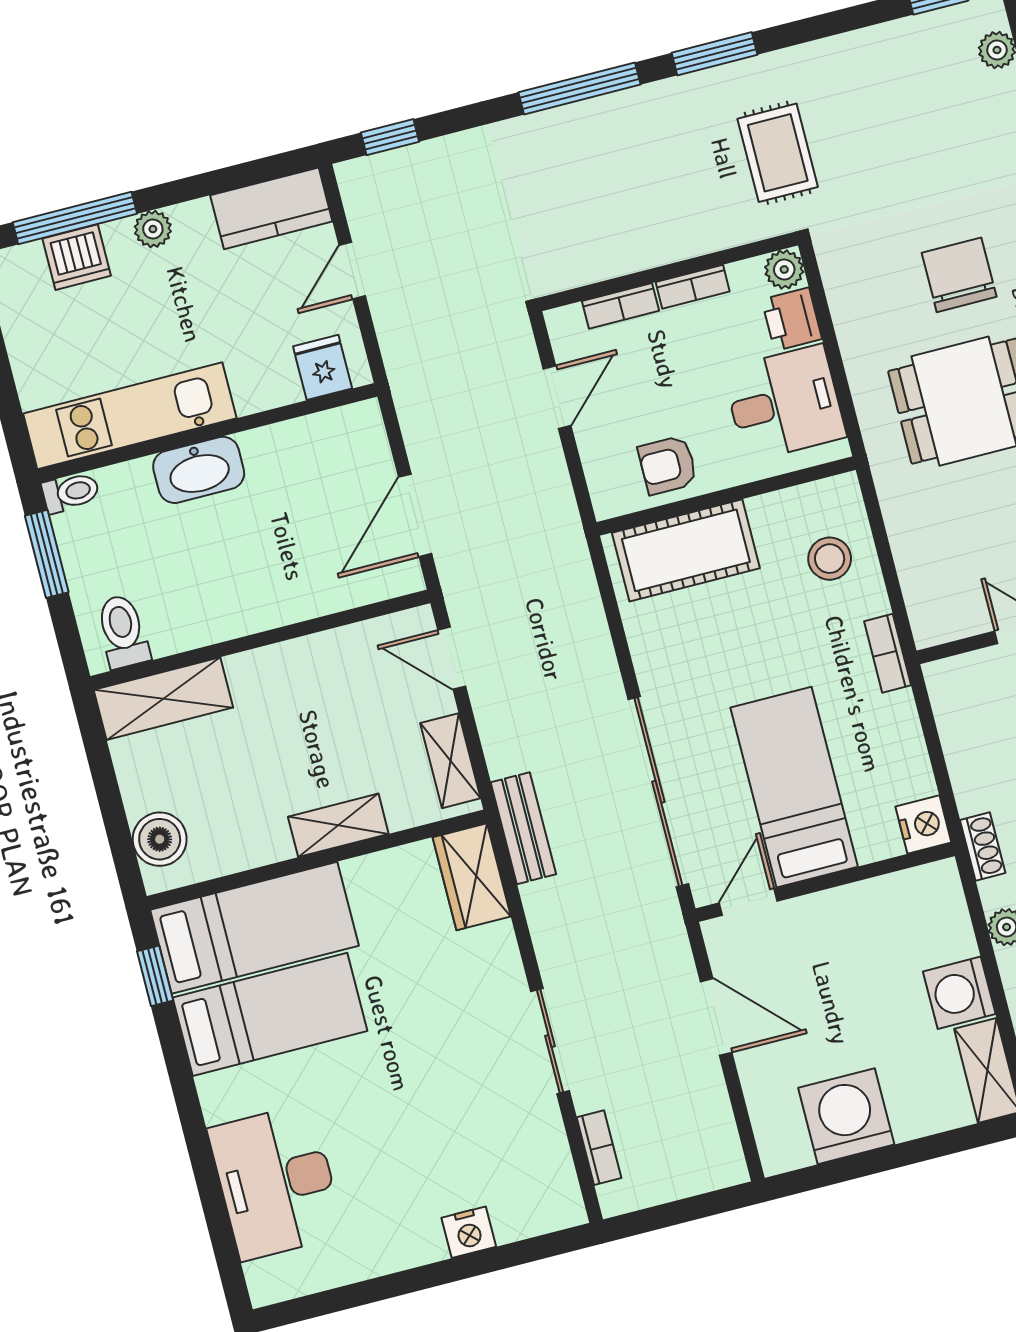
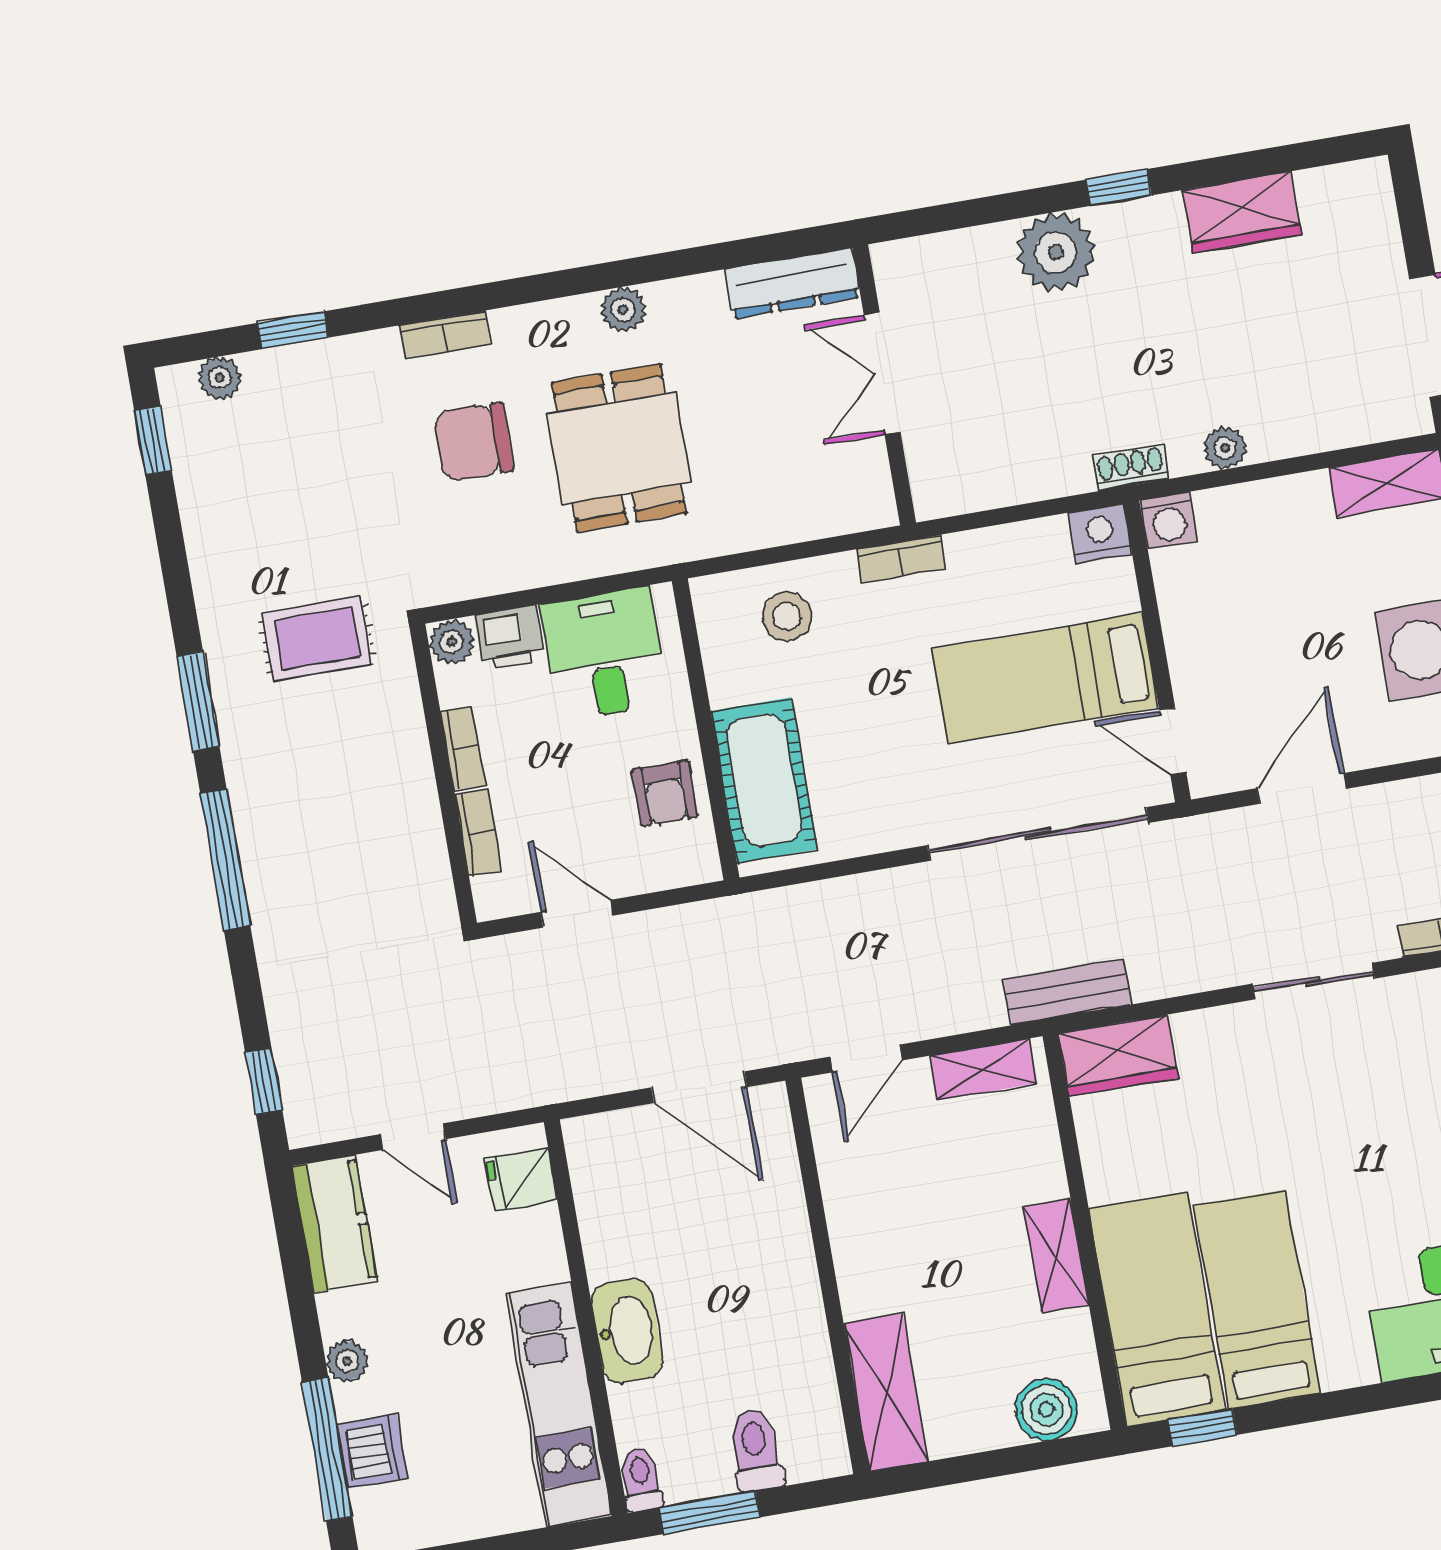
toilet: (123, 631) -> (756, 1450), moved, turned 90
shelving: (338, 825) -> (1056, 1256), moved
washing machine: (959, 993) -> (1169, 520), moved, width x0.73, depth x0.73

